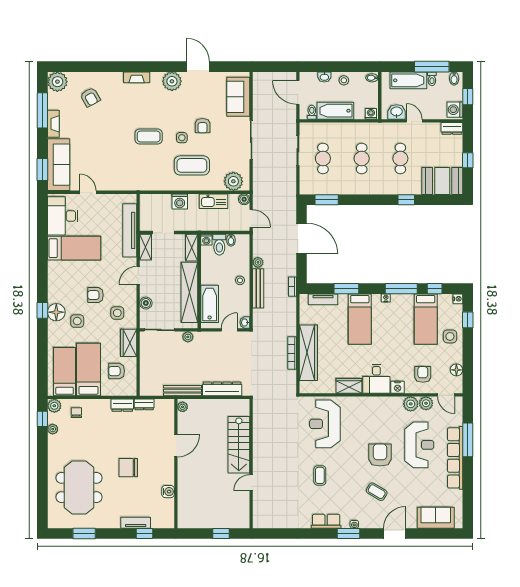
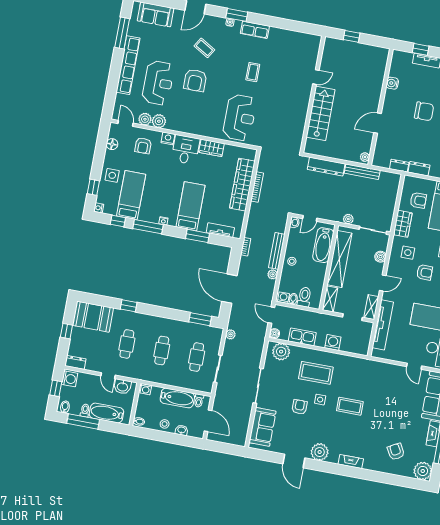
plant: (291, 190) -> (230, 334), added
washing machine: (206, 240) -> (283, 298), moved
window: (468, 440) -> (122, 33), moved
reception desk: (419, 445) -> (158, 83), turned 180

